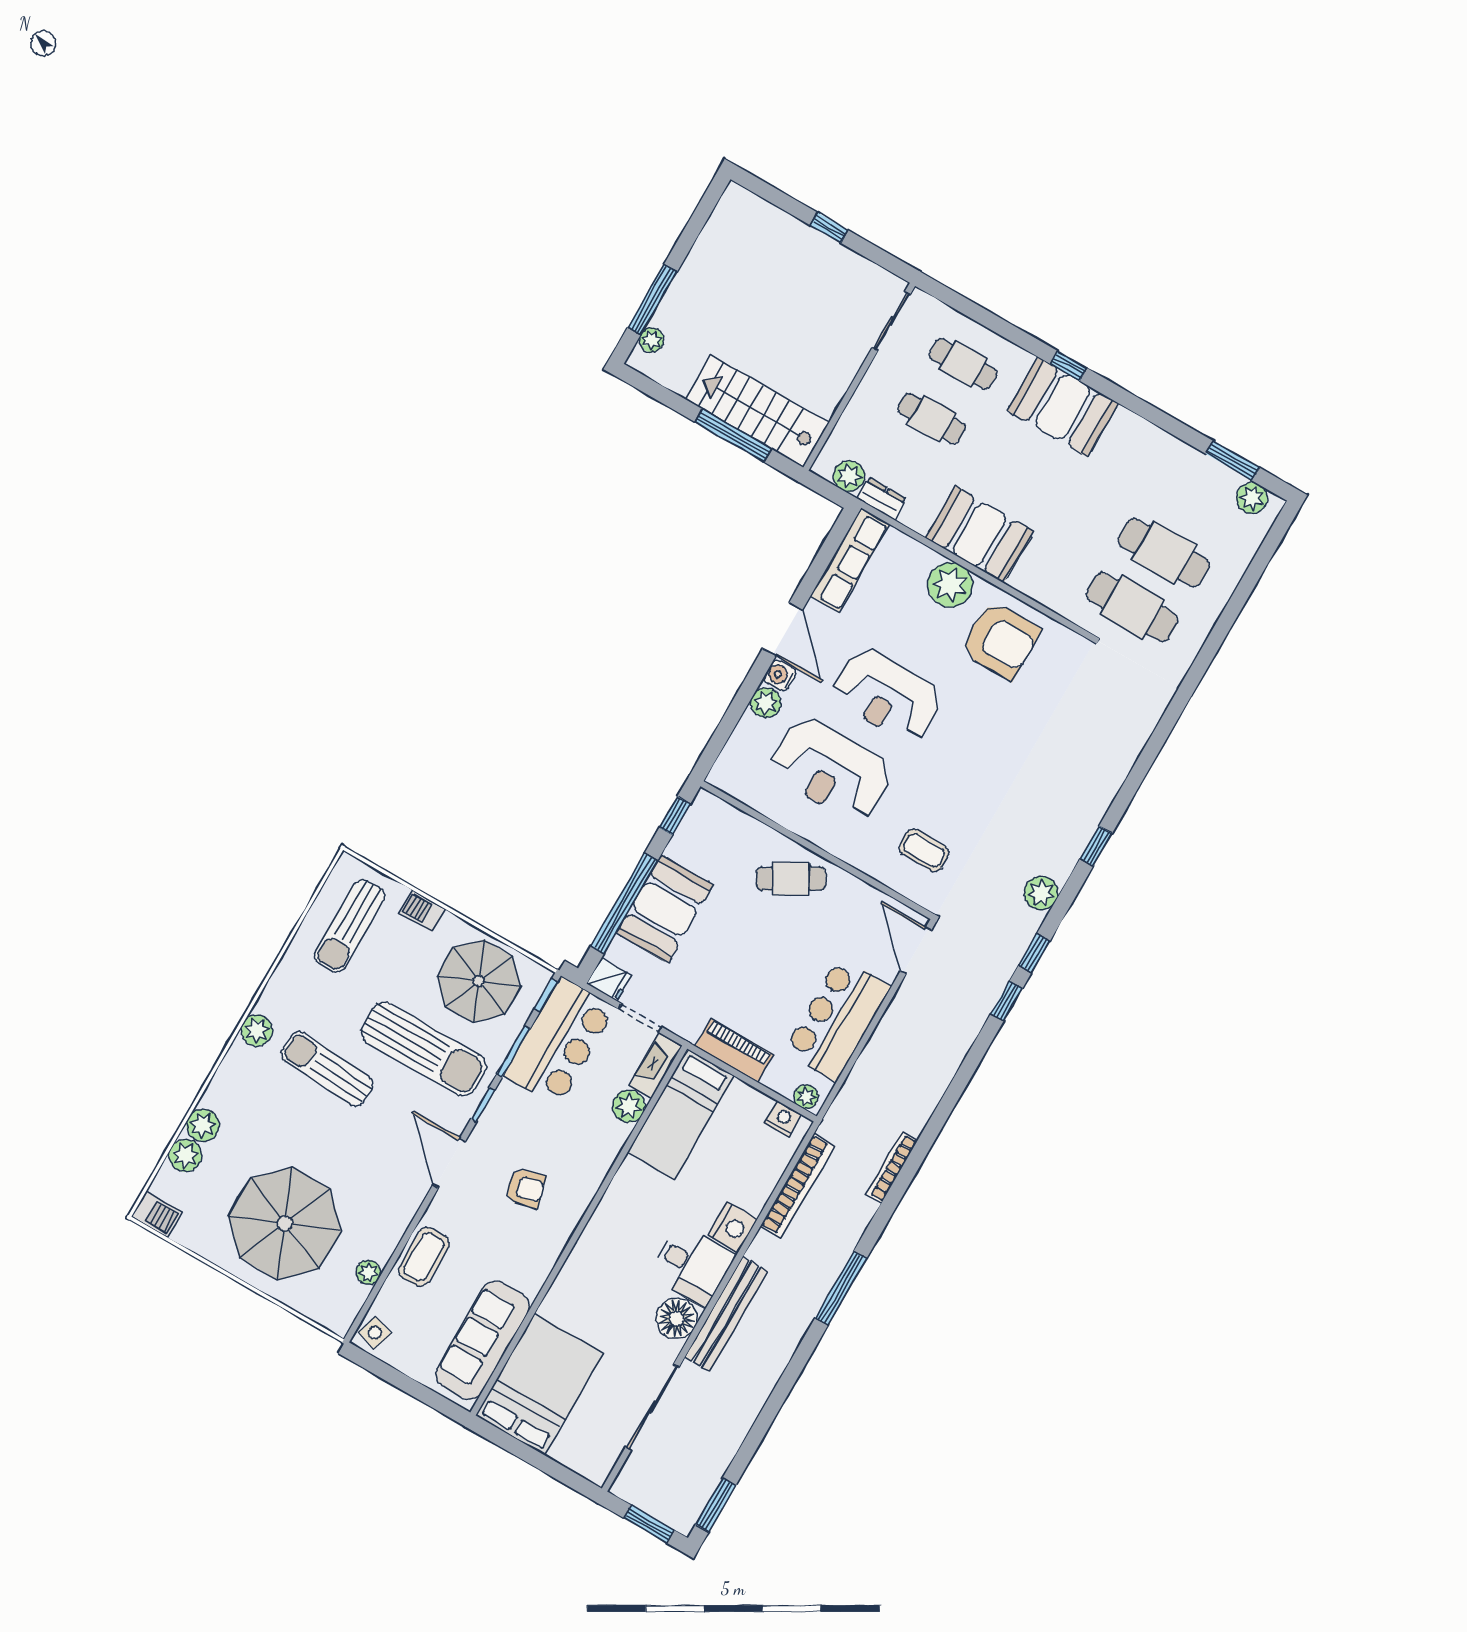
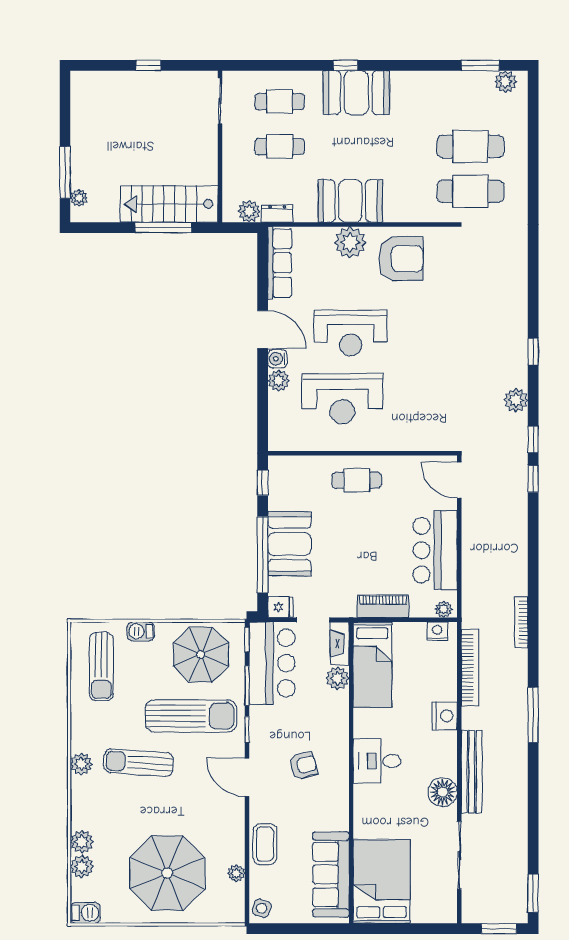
coffee table: (924, 850) -> (429, 415), removed
cafe table: (791, 879) -> (357, 480), turned 30
desk: (692, 1265) -> (377, 761), moved, turned 180

